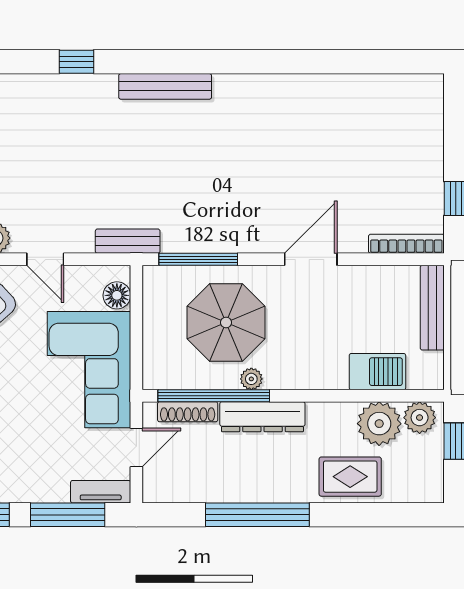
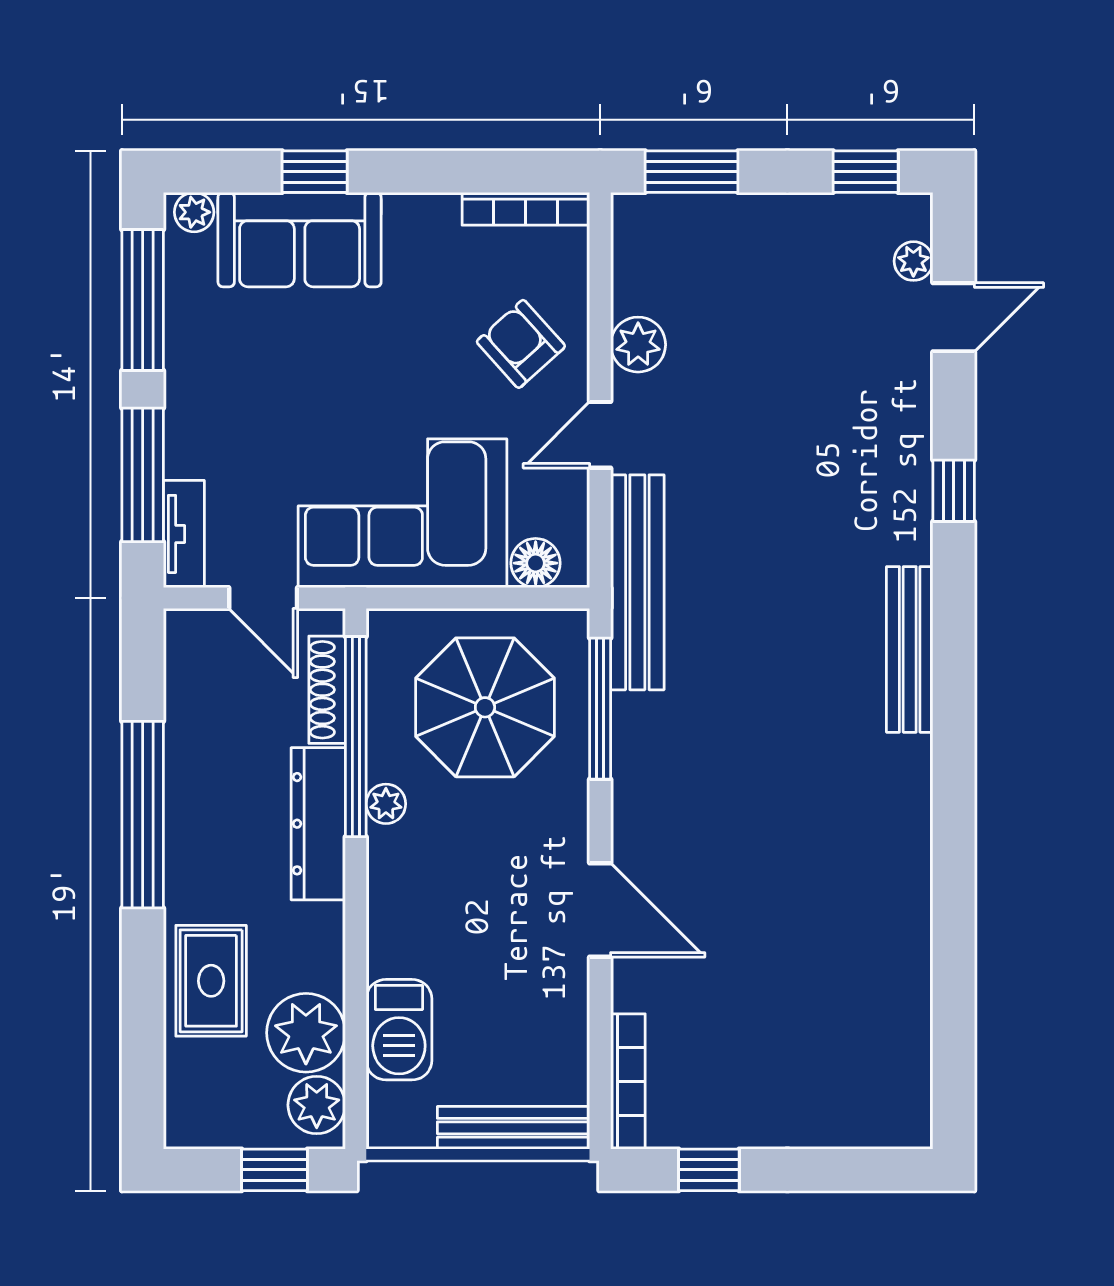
bench: (128, 241) -> (637, 582), width x1.86, depth x1.21
parasol: (226, 322) -> (485, 707), moved

